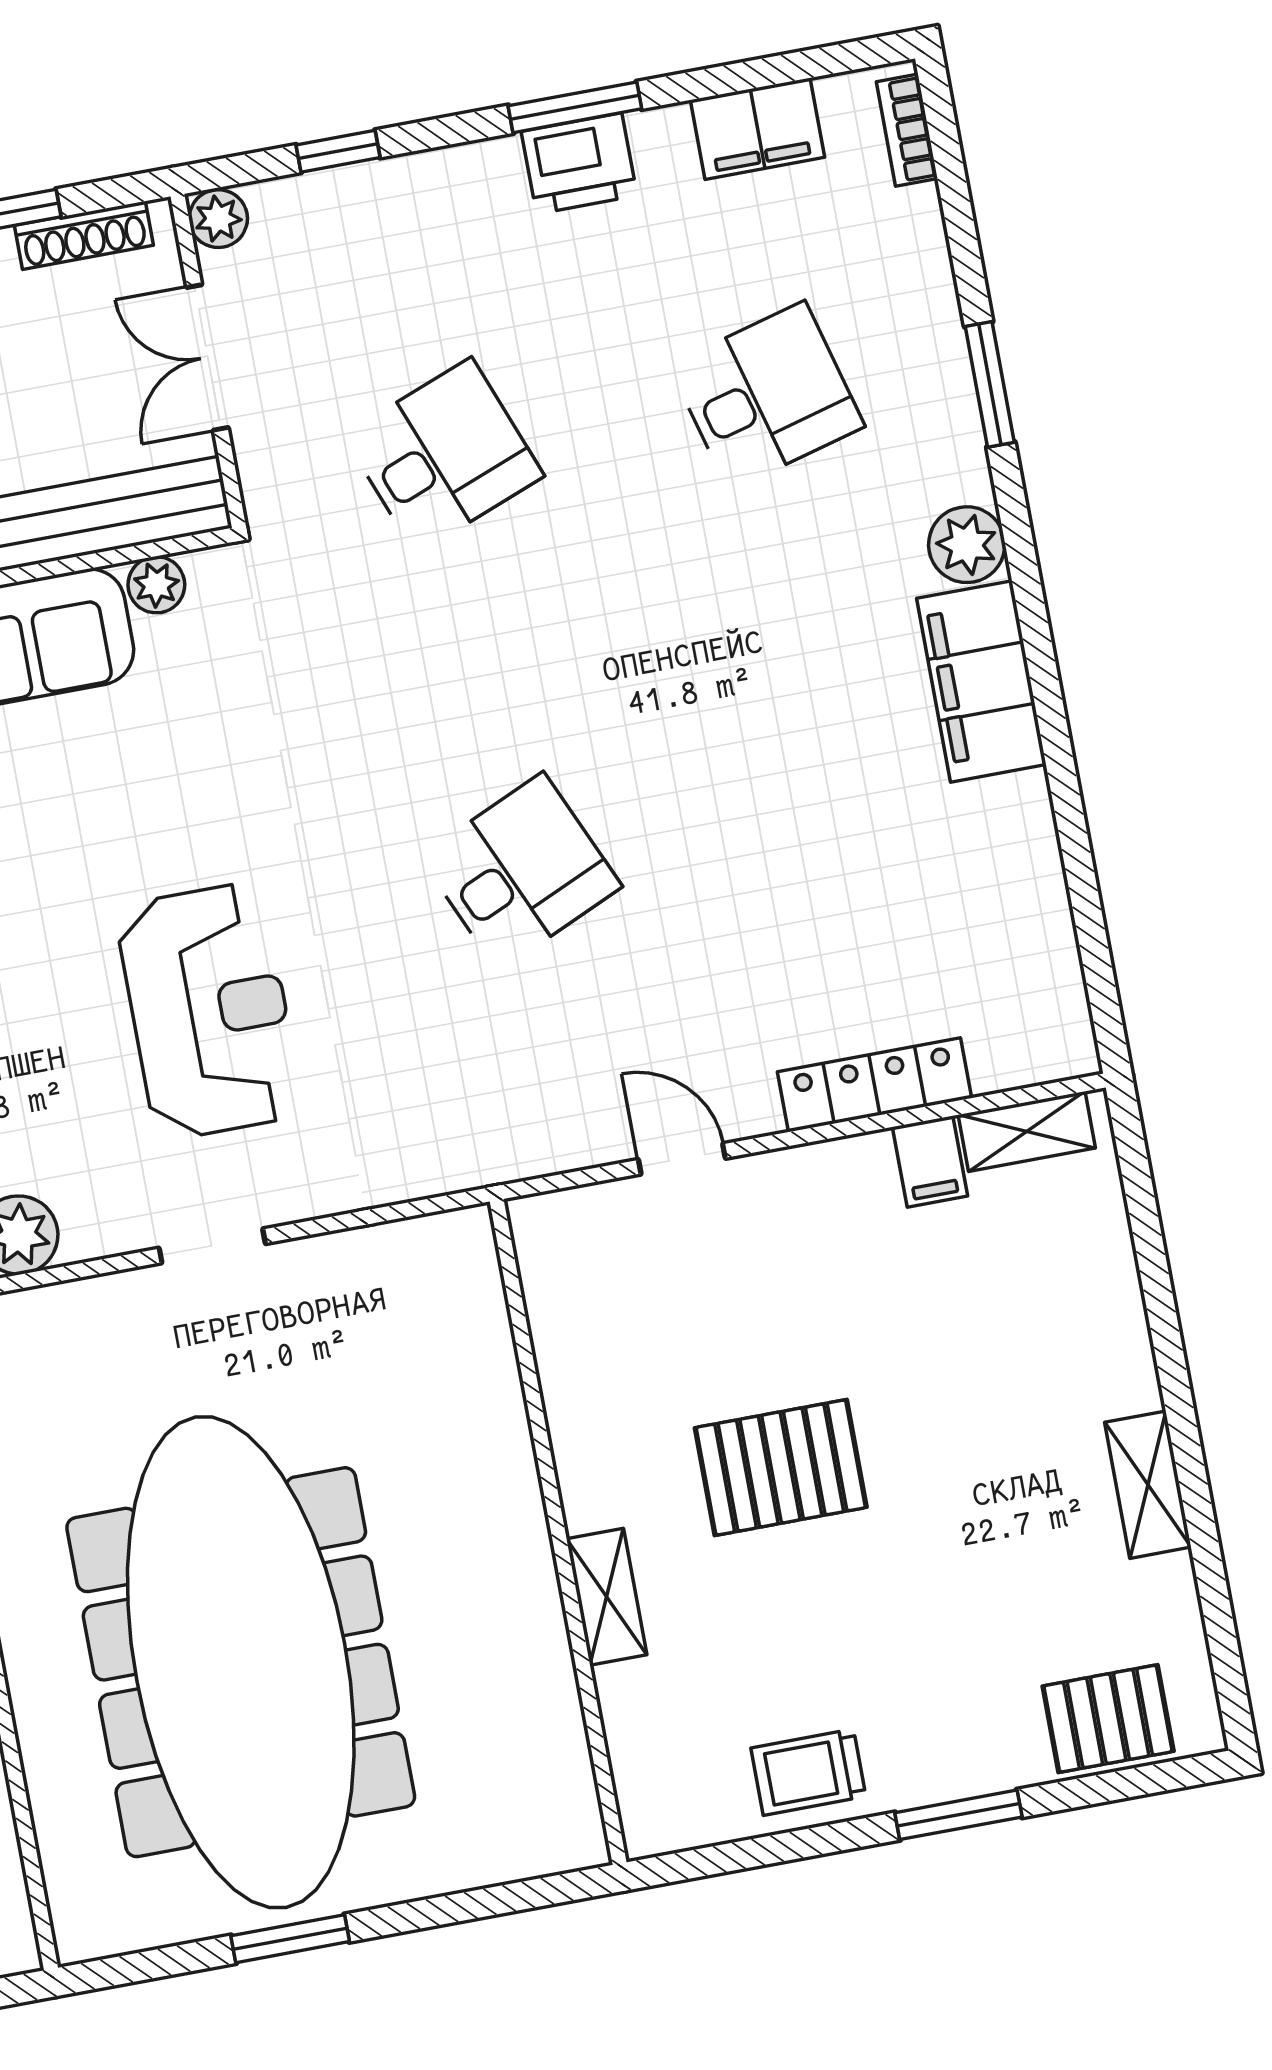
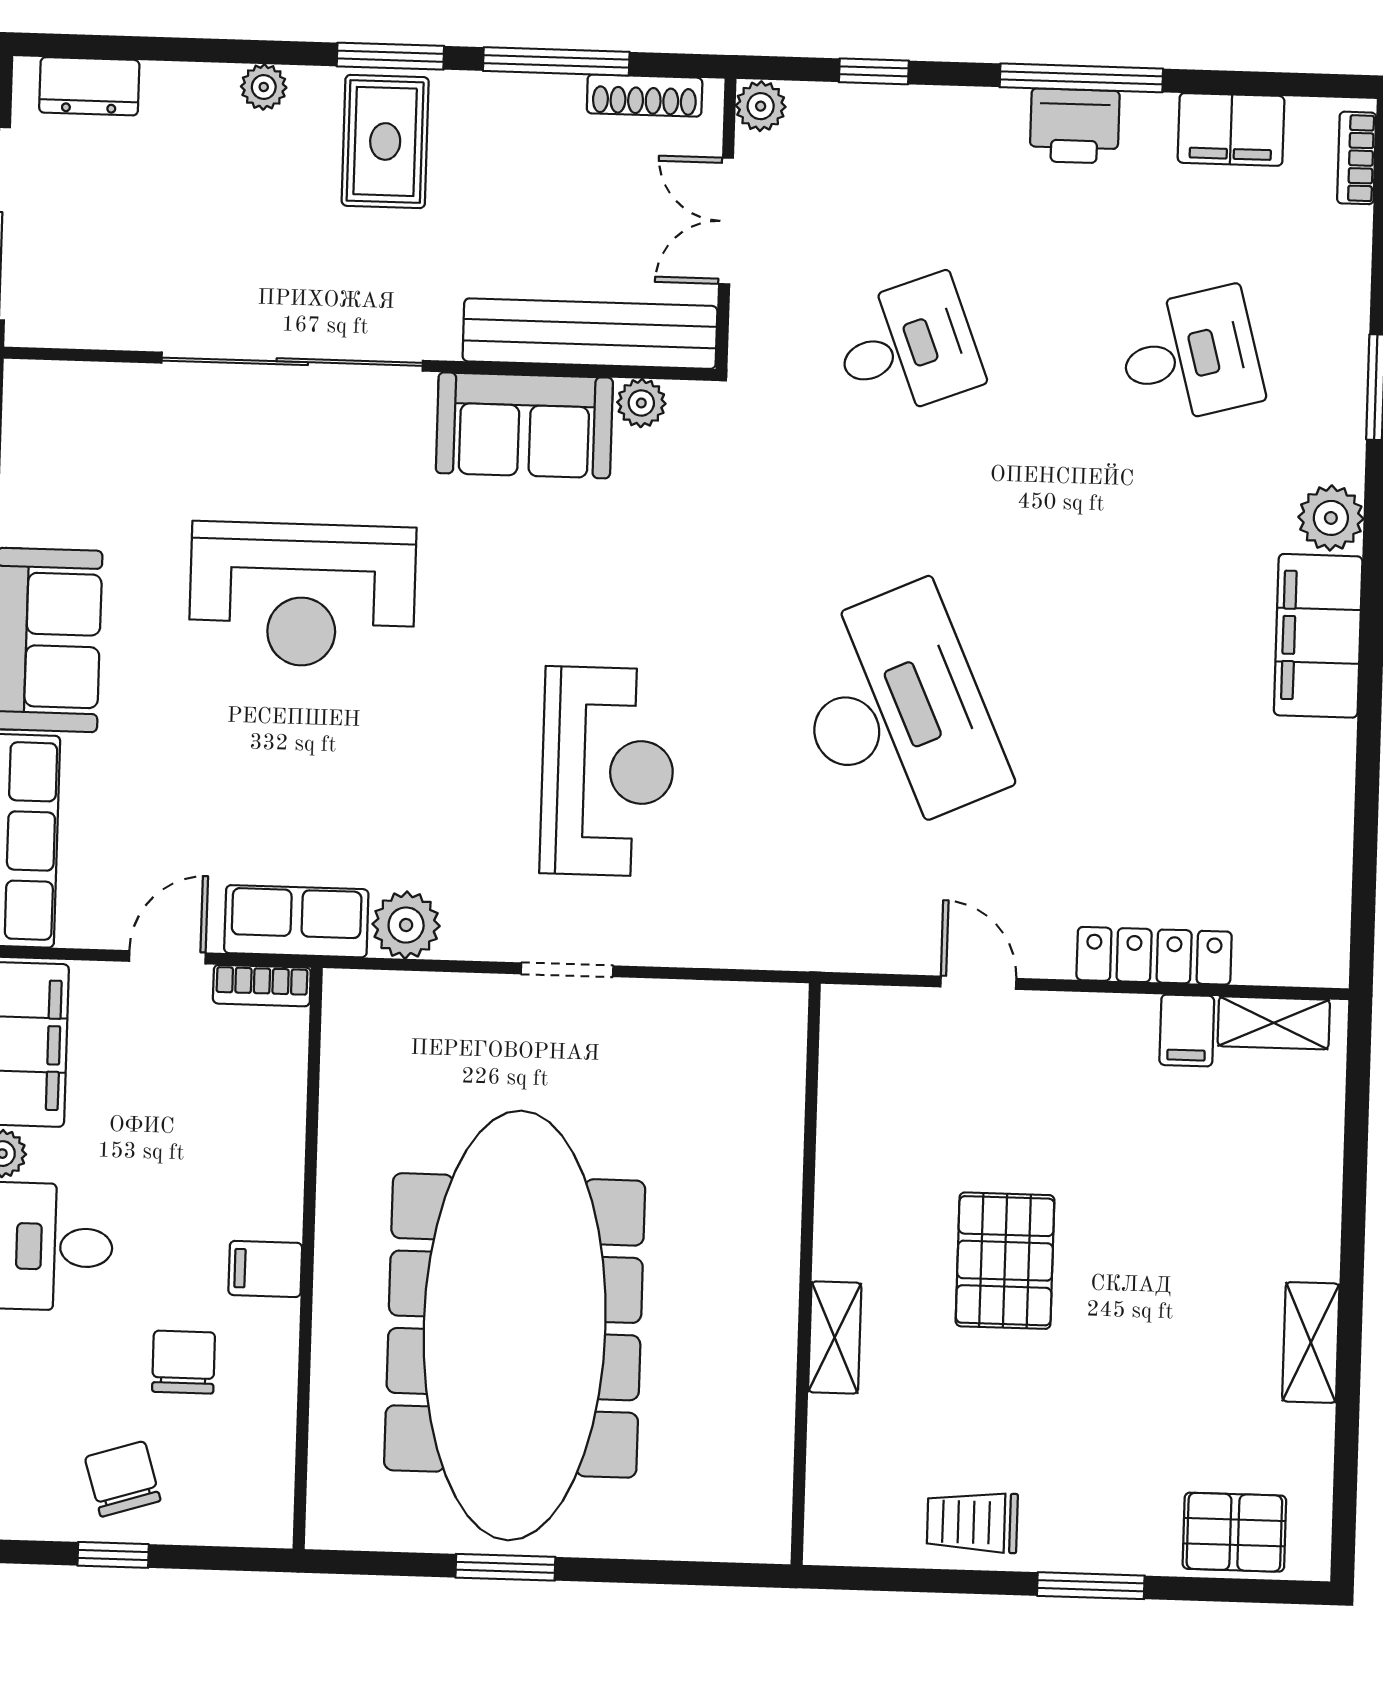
window: (575, 107) -> (1081, 78), width x1.44
desk: (521, 872) -> (895, 711), width x1.87, depth x1.30
pallet: (781, 1468) -> (1005, 1261), turned 90

